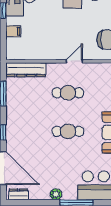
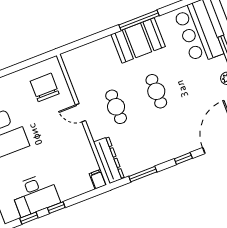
filing cabinet: (13, 31) -> (98, 179), moved

